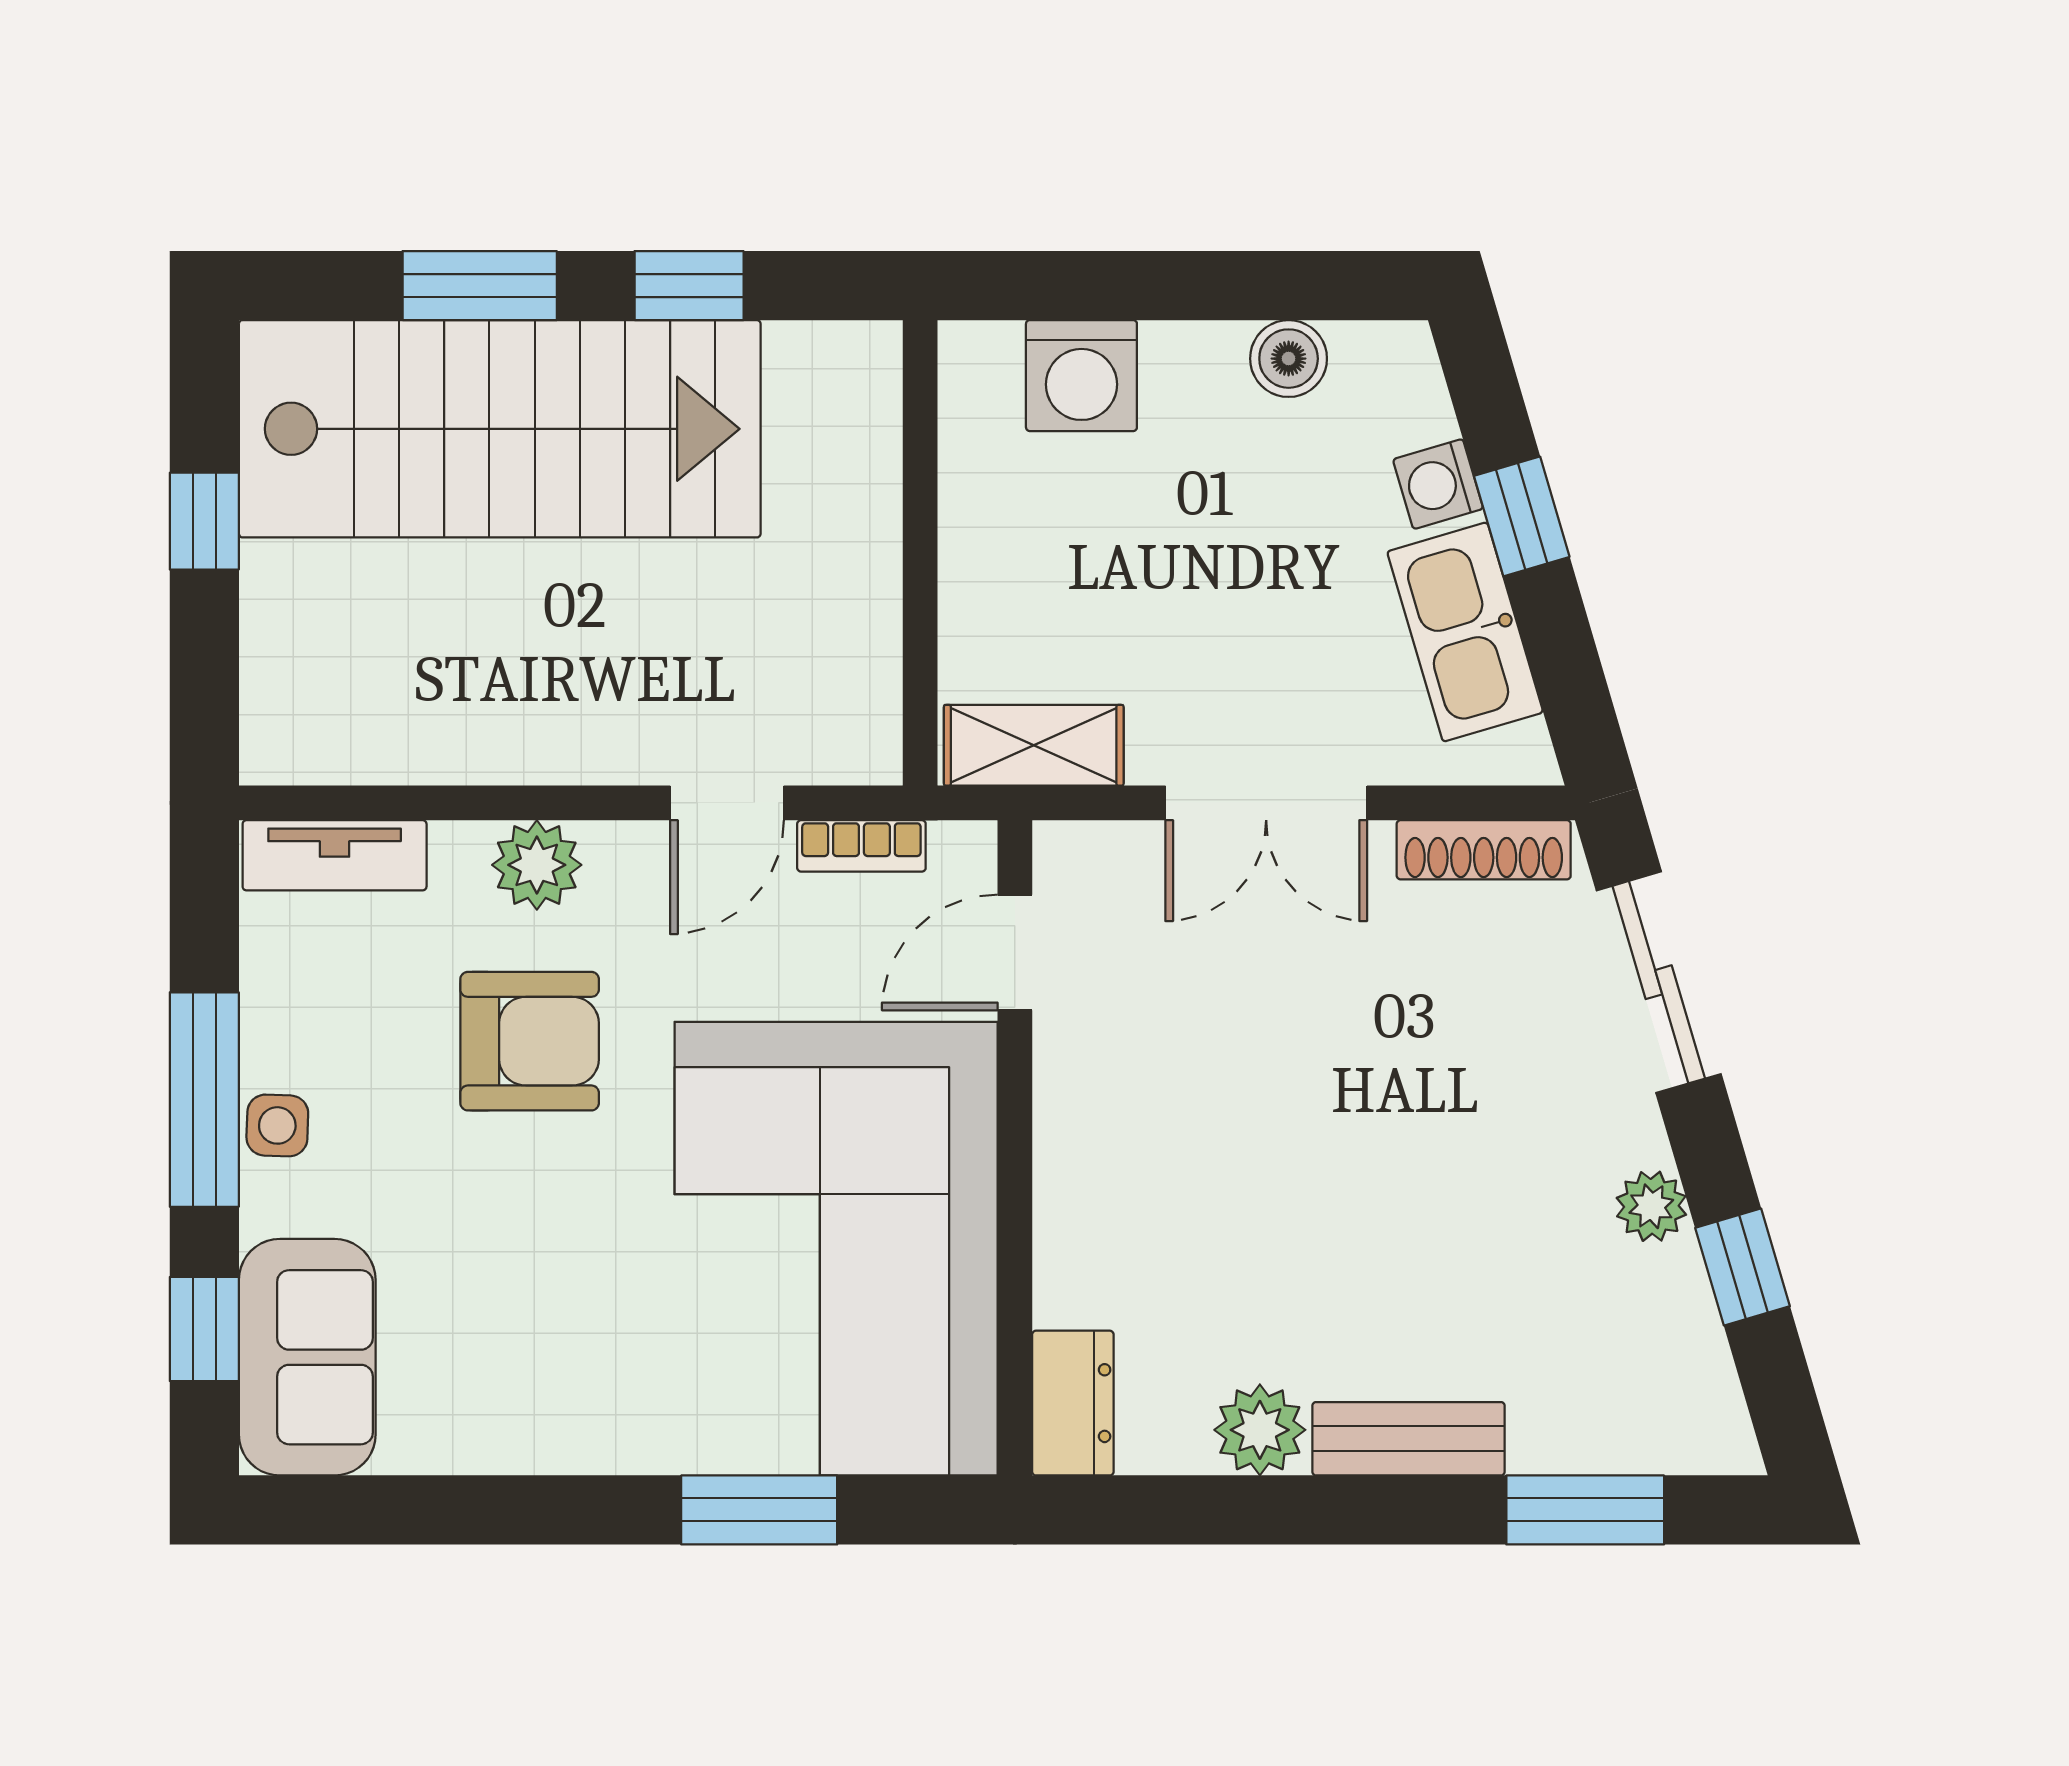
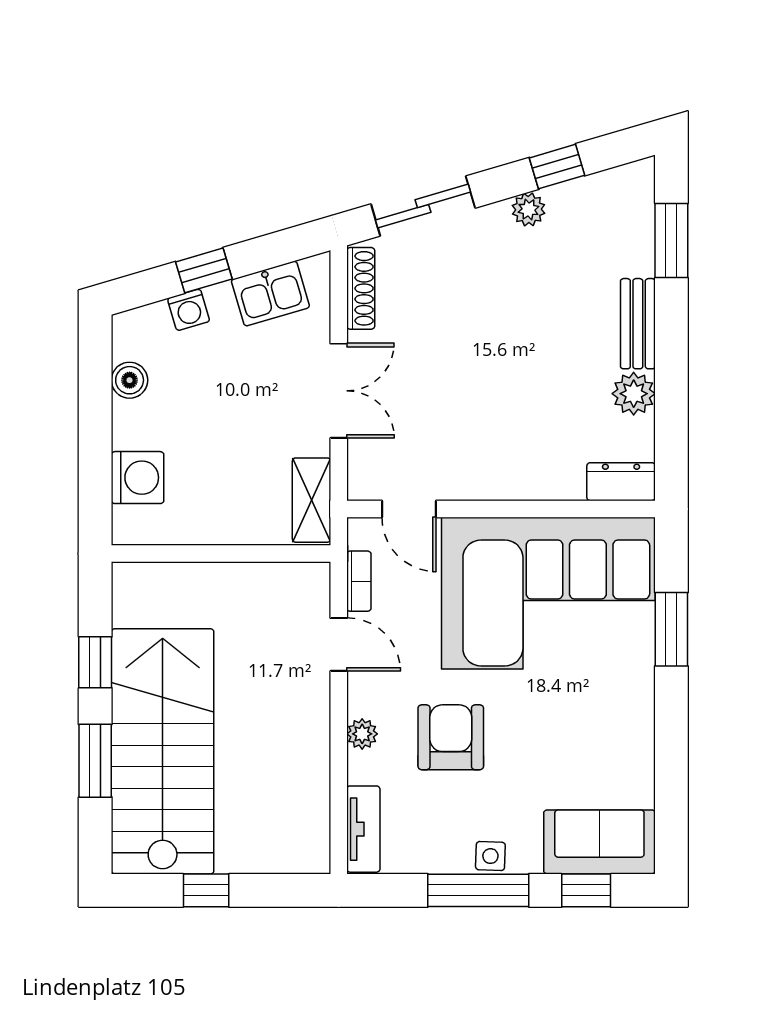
kitchen sink: (1465, 632) -> (270, 293), width x0.73
plant: (537, 865) -> (362, 734), width x0.73, depth x0.73

